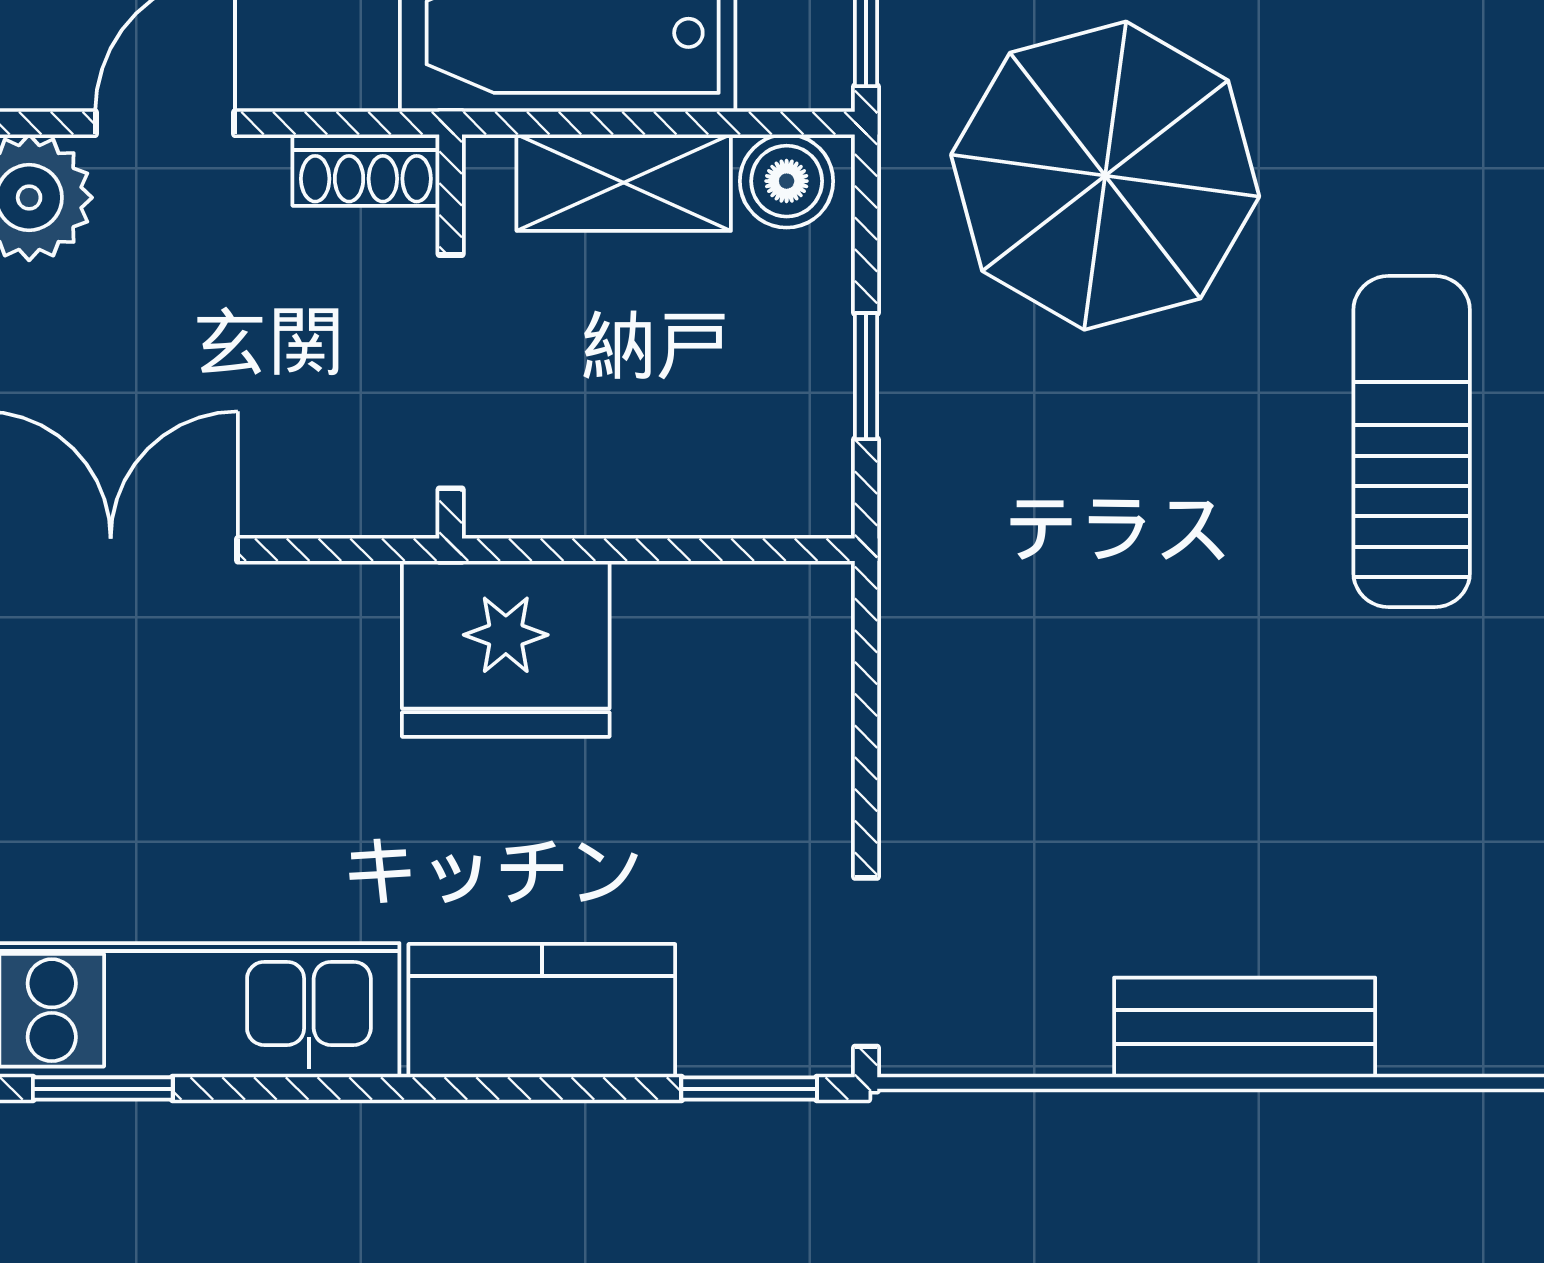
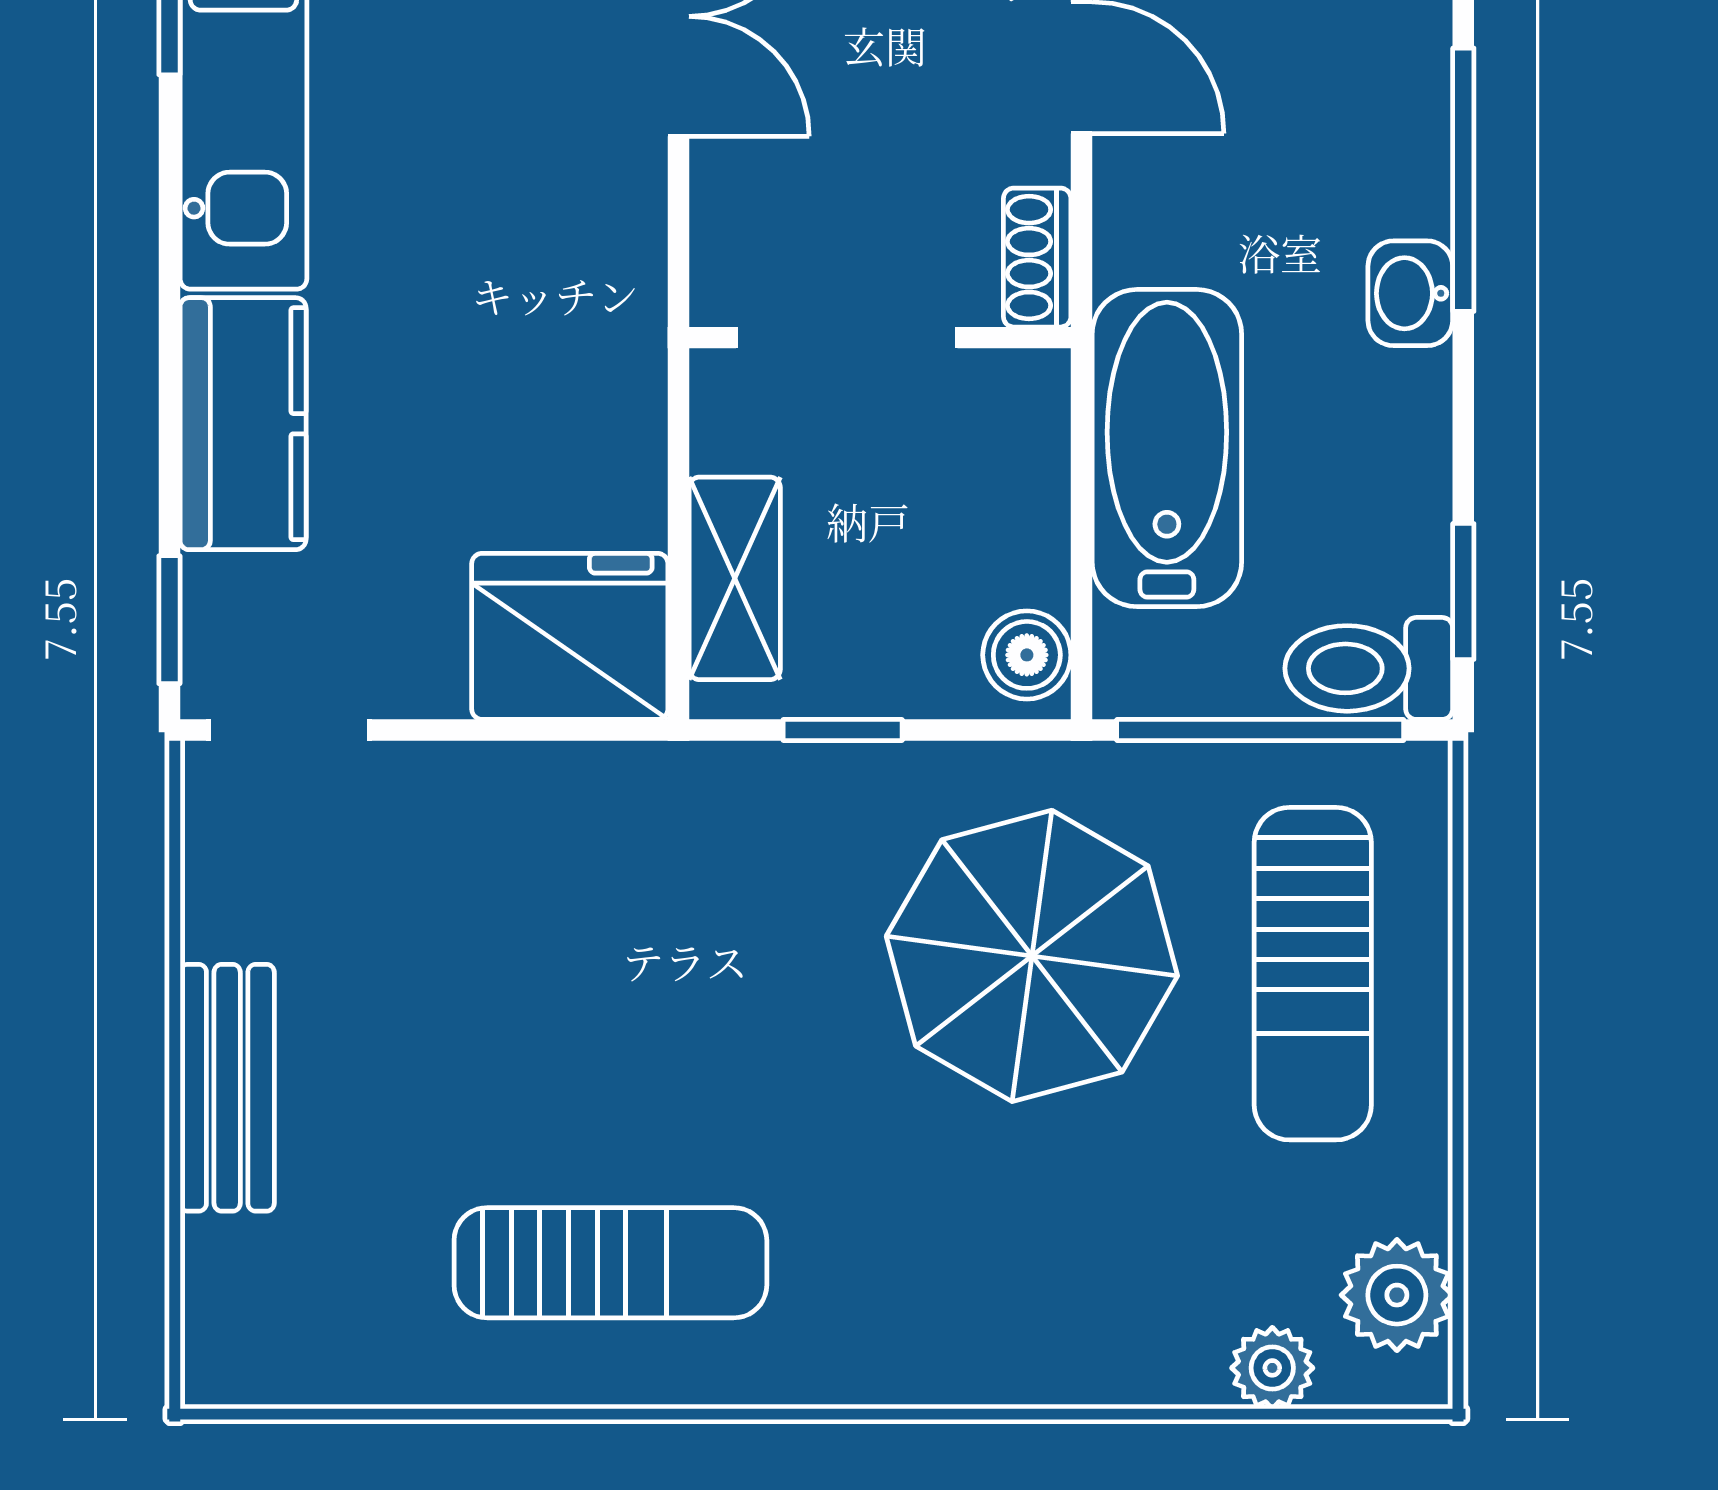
shelving: (624, 183) -> (735, 578), moved
sun lounger: (1412, 442) -> (610, 1263), moved
fridge: (506, 649) -> (570, 636), moved, turned 90

